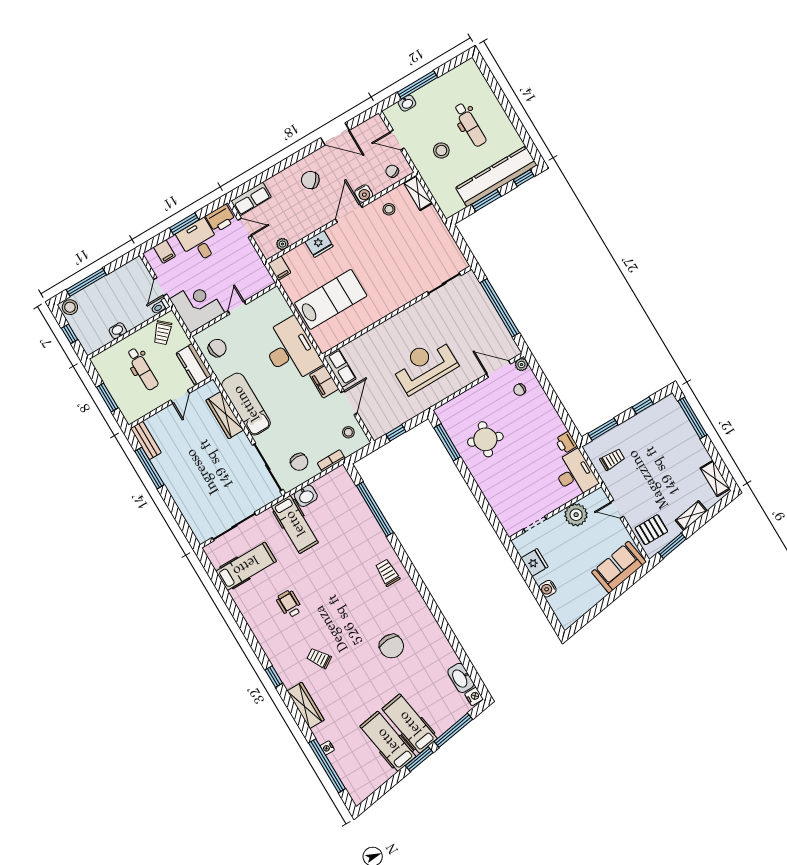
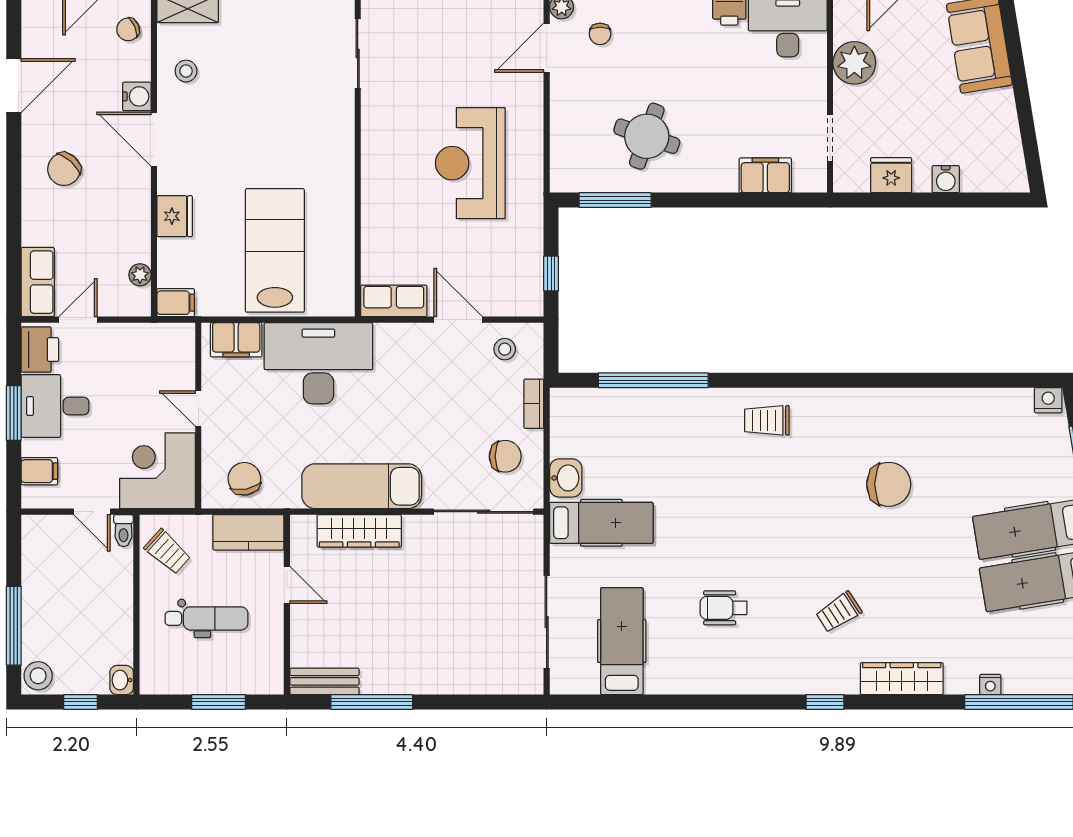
washbasin: (118, 331) -> (122, 680), moved
filing cabinet: (324, 382) -> (236, 340), moved
filing cabinet: (500, 505) -> (765, 175), added
washbasin: (461, 678) -> (1006, 404), removed

